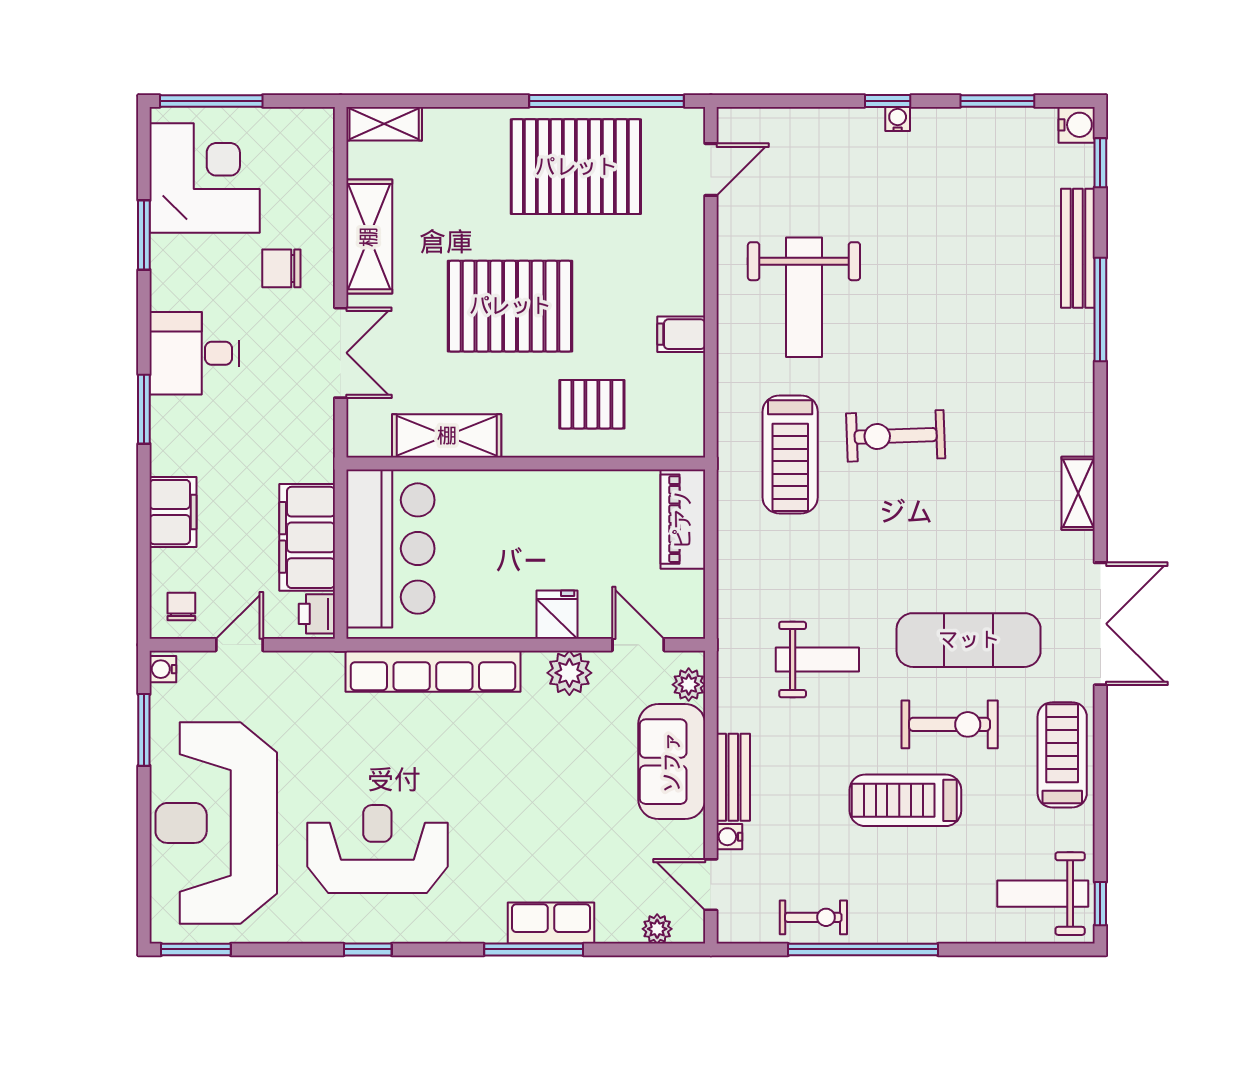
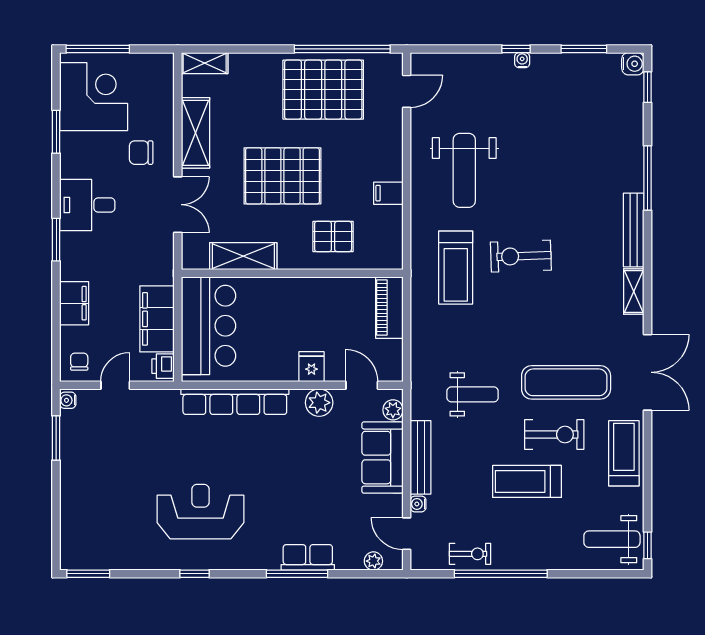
bench: (1078, 248) -> (634, 230), moved
bench: (733, 777) -> (421, 457), width x1.36
reception desk: (216, 823) -> (101, 495), removed

